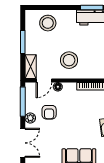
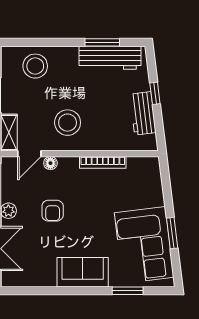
armchair: (49, 112) -> (53, 211), moved

